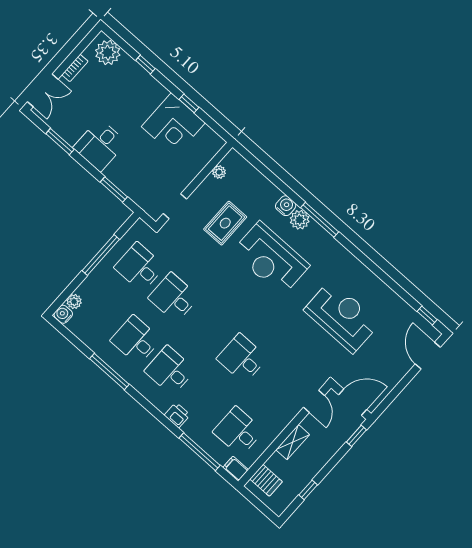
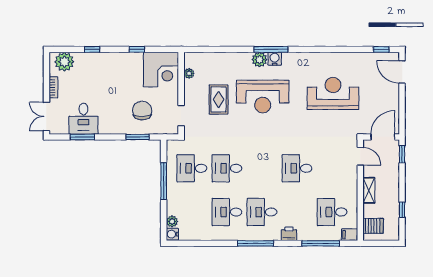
double door: (43, 90) -> (46, 117), swing flipped
corner desk: (173, 125) -> (161, 70), moved
desk: (100, 145) -> (83, 119), moved
chair: (141, 168) -> (142, 111), added
water cooler: (286, 206) -> (275, 59), moved
window: (109, 371) -> (256, 243), moved

